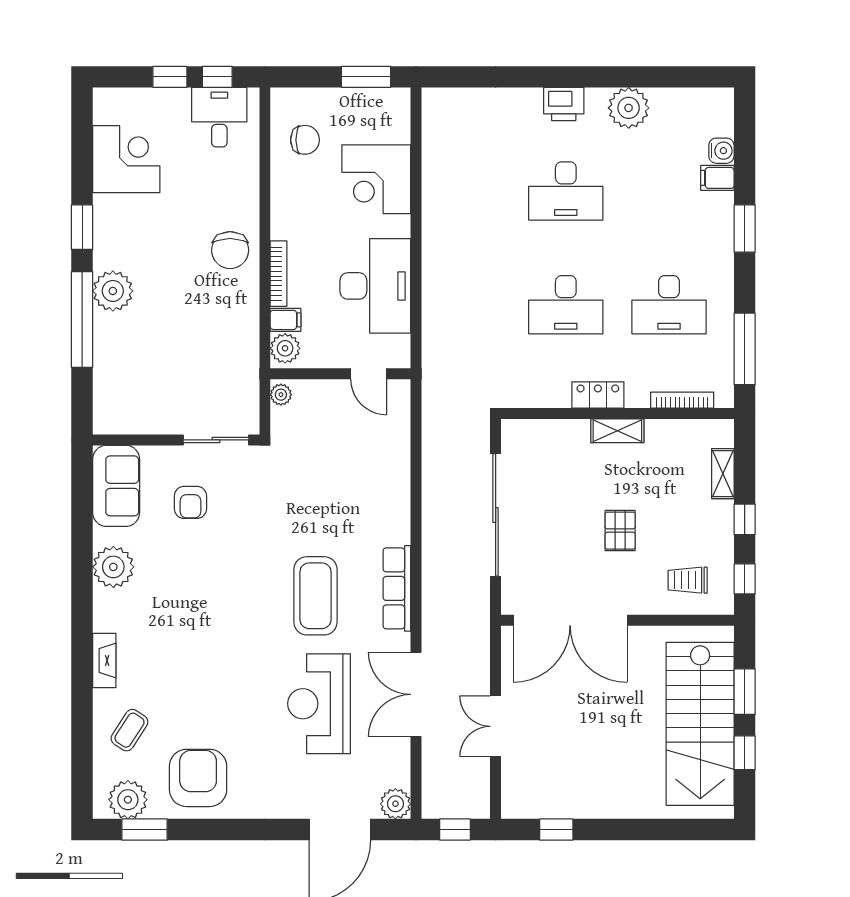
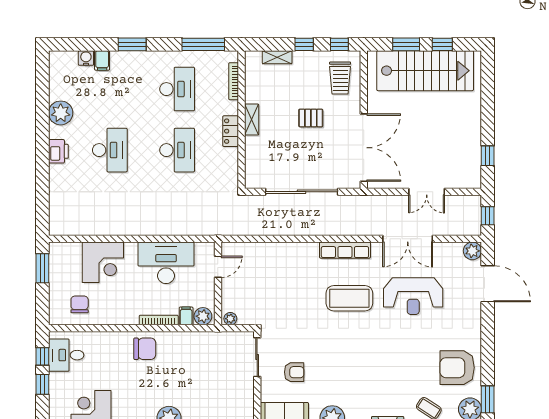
trolley: (688, 580) -> (340, 78), width x1.36, depth x1.39

